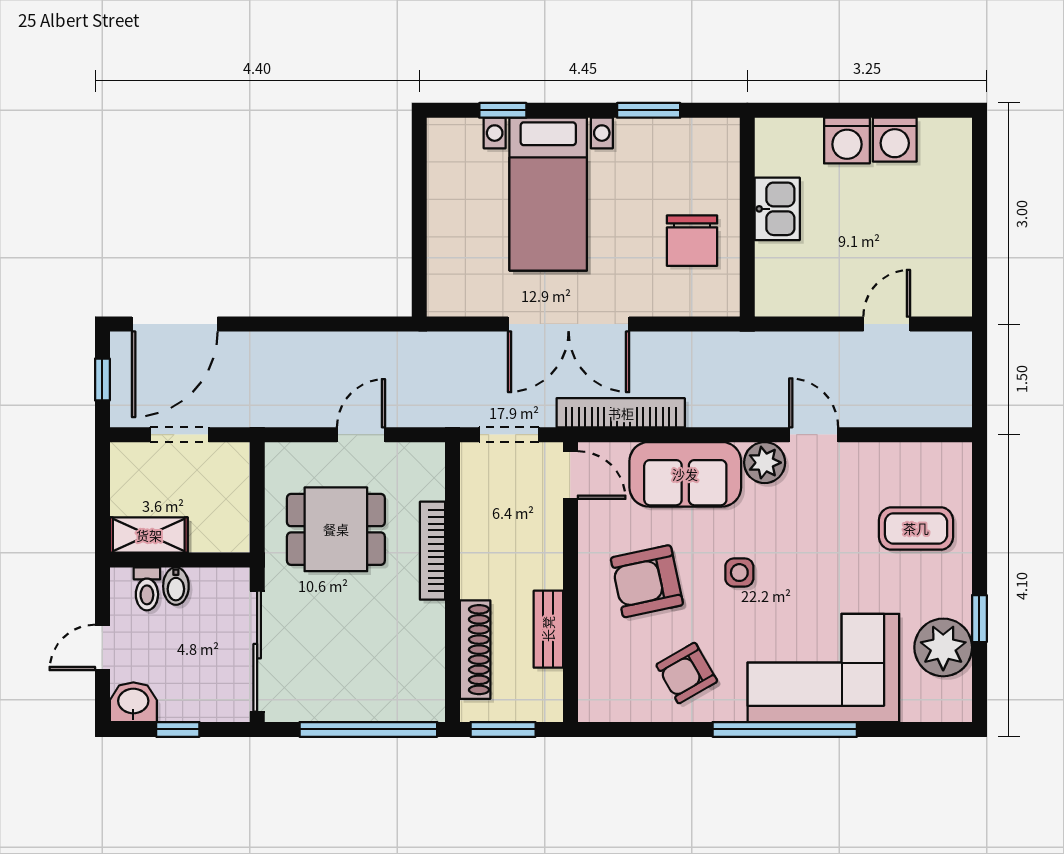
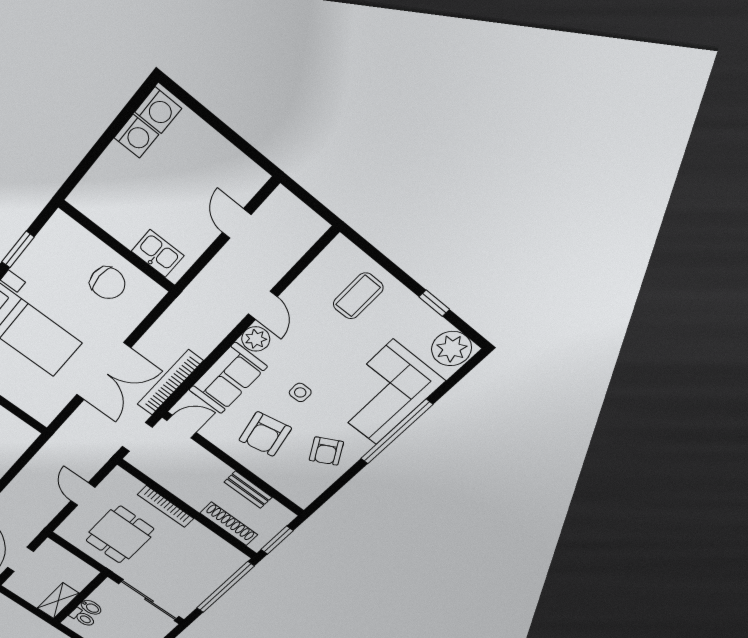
washing machine: (847, 141) -> (158, 110), moved
kitchen sink: (777, 209) -> (158, 253), moved
door: (814, 435) -> (263, 305), swing flipped
plant: (943, 647) -> (452, 349), moved

